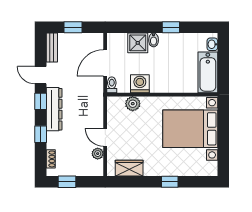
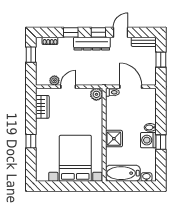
shower: (138, 43) -> (114, 139), moved
washing machine: (140, 84) -> (148, 140), moved, turned 180
plant: (133, 104) -> (96, 94), moved

